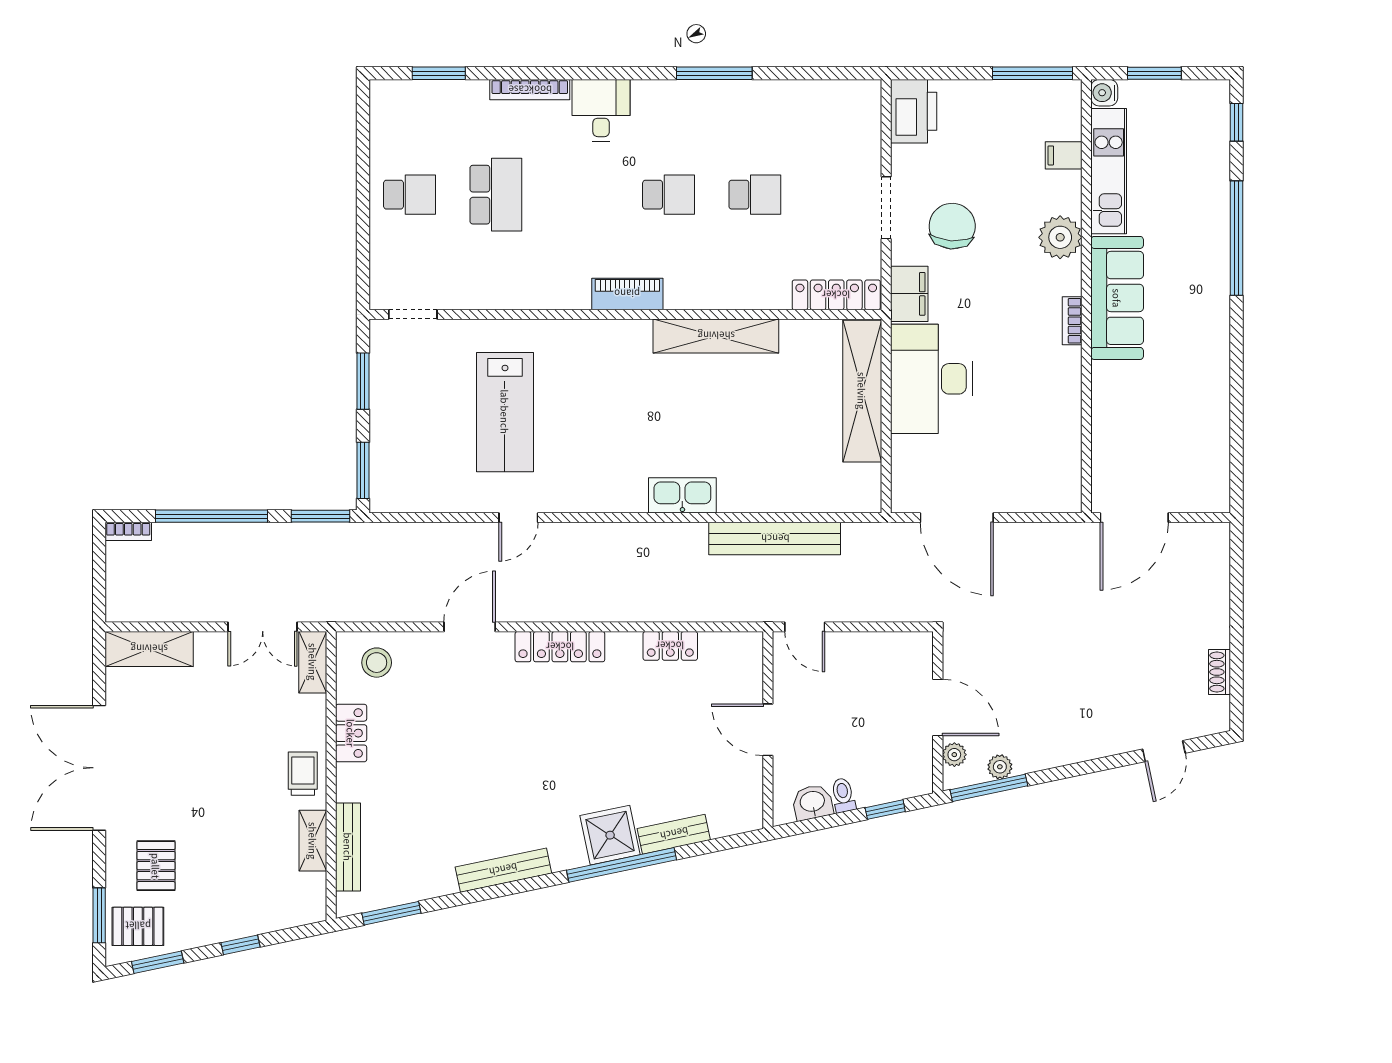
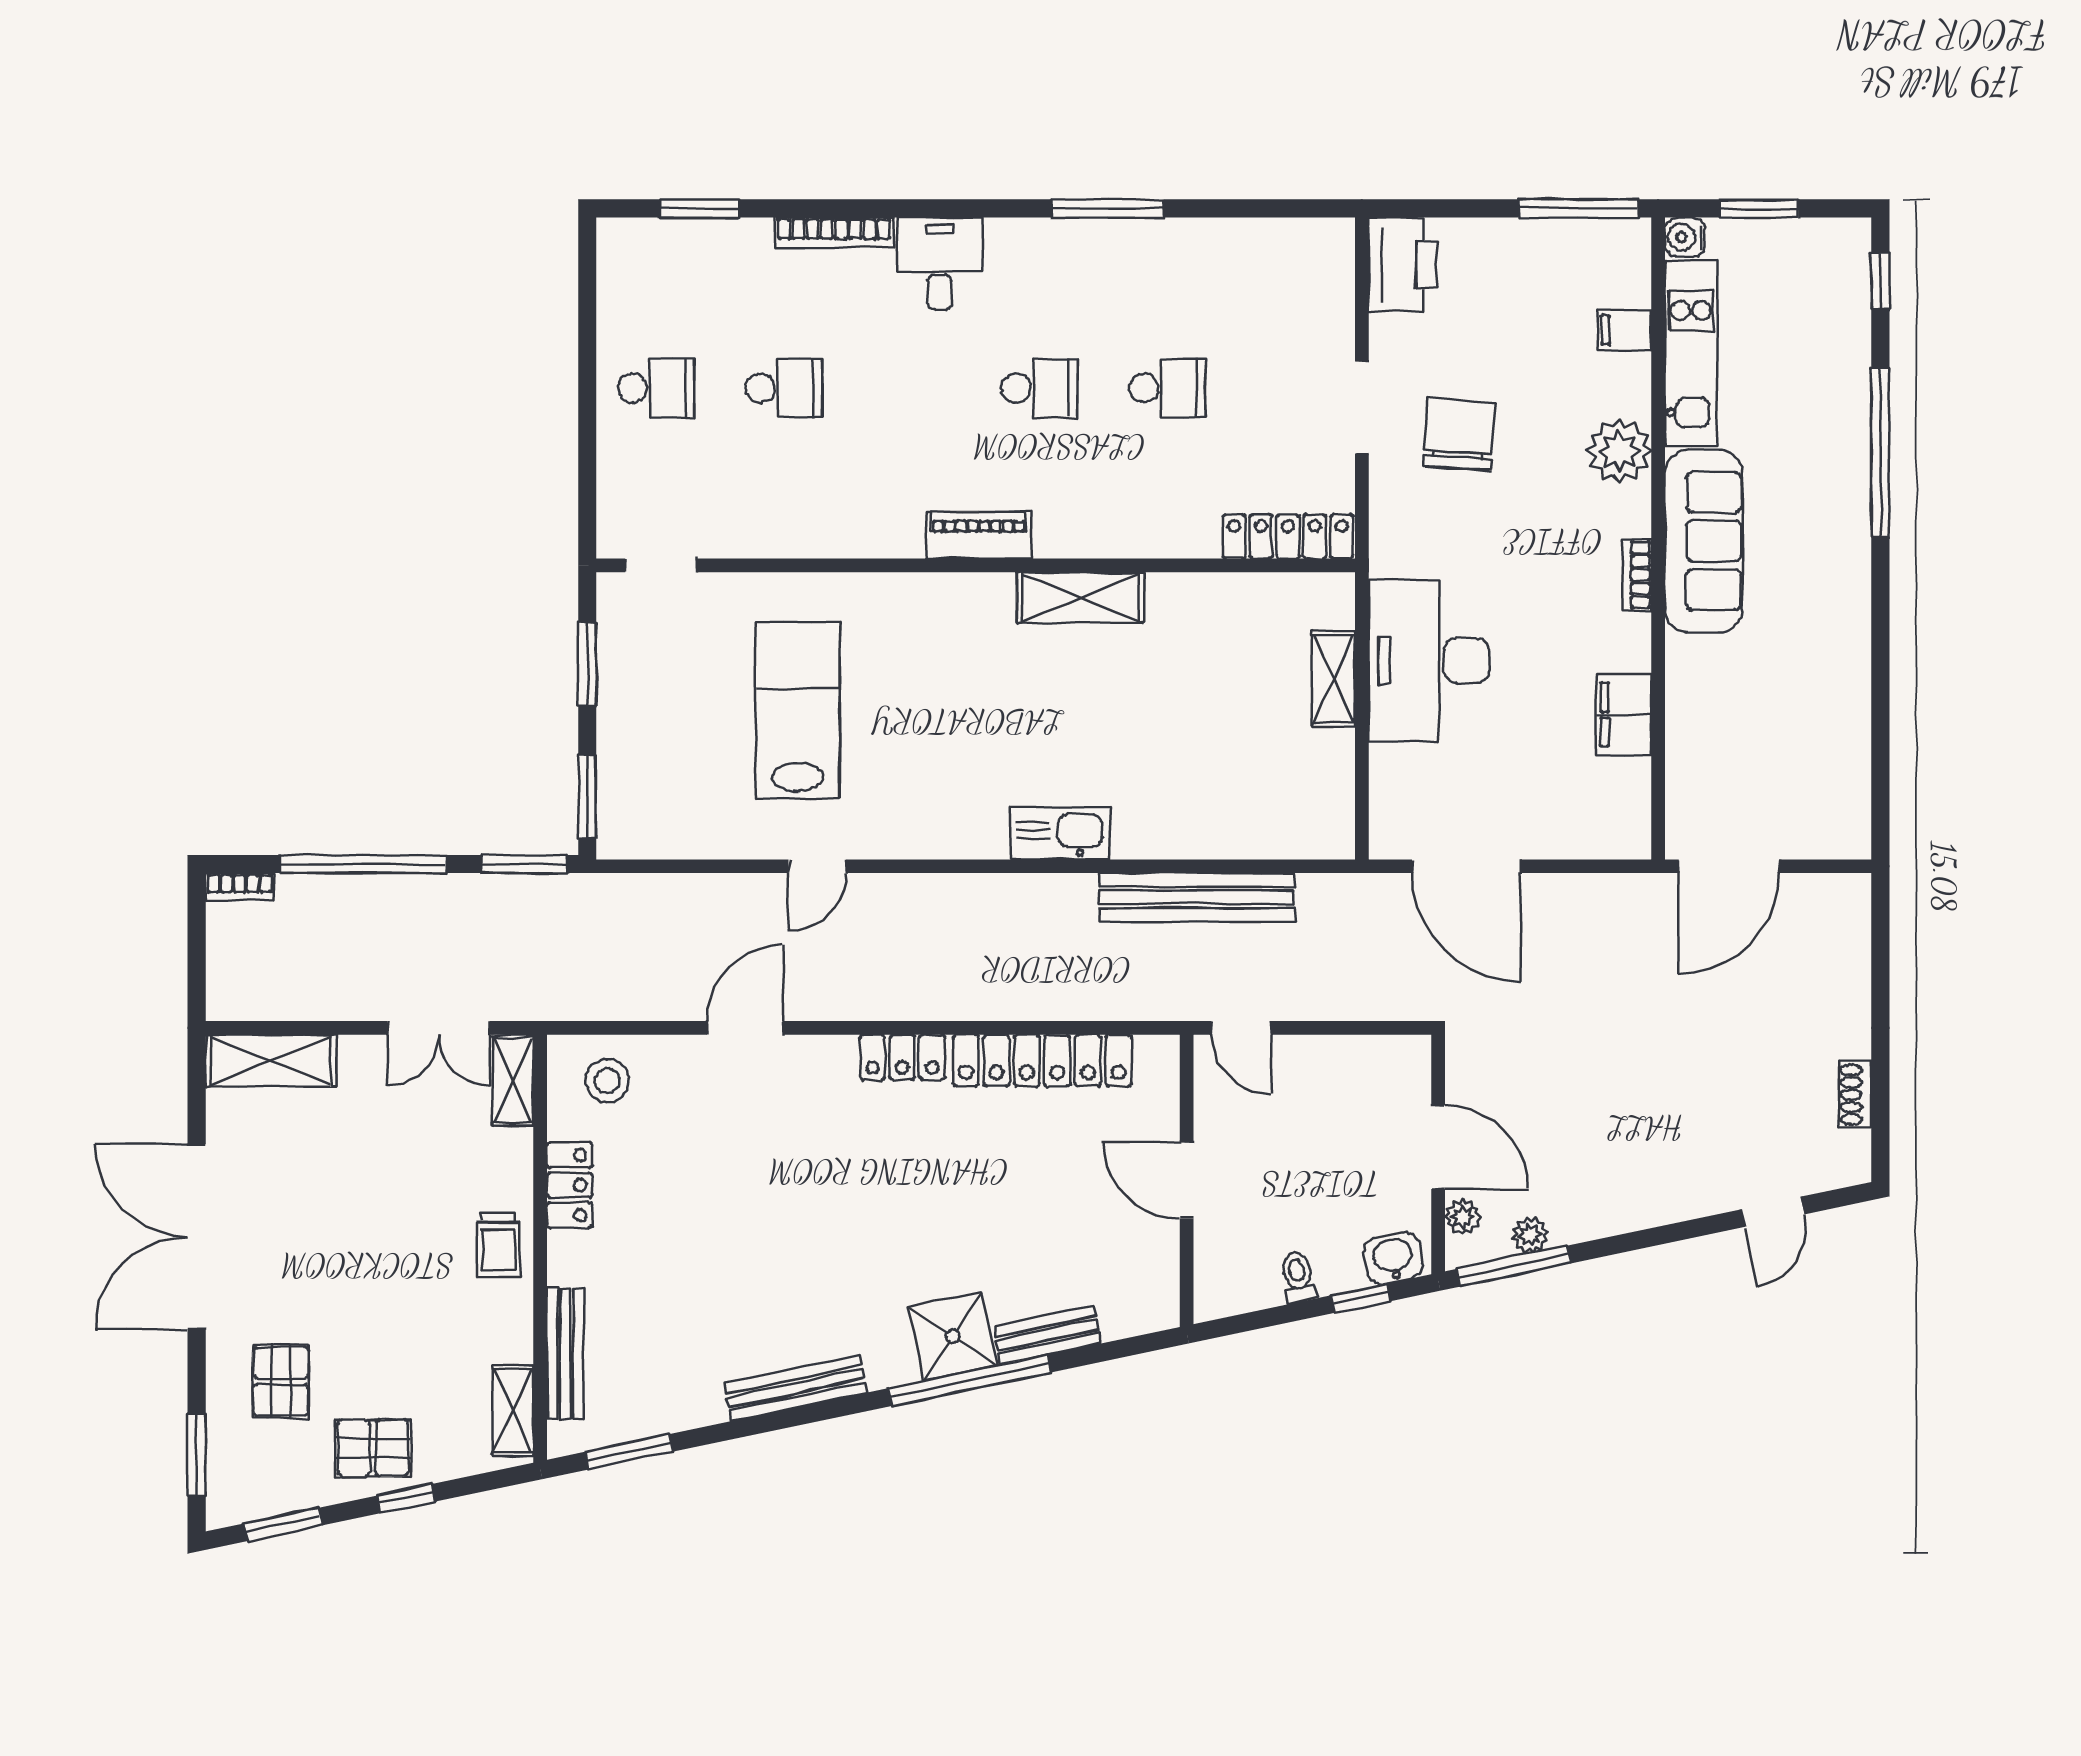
school desk: (496, 195) -> (784, 388), width x0.54
filing cabinet: (909, 294) -> (1624, 715), moved, turned 180
shelving: (716, 336) -> (1080, 597), width x0.68
shelving: (862, 391) -> (1334, 679), width x0.45, depth x0.75
lab bench: (505, 412) -> (797, 710), turned 180
locker: (670, 646) -> (1042, 1061), width x2.16, depth x1.21
locker: (560, 647) -> (902, 1057), width x0.66
trolley: (303, 774) -> (498, 1245), turned 180
washbasin: (812, 802) -> (1393, 1258), moved
shelving: (313, 841) -> (513, 1411), moved
pallet: (138, 926) -> (373, 1448), moved

